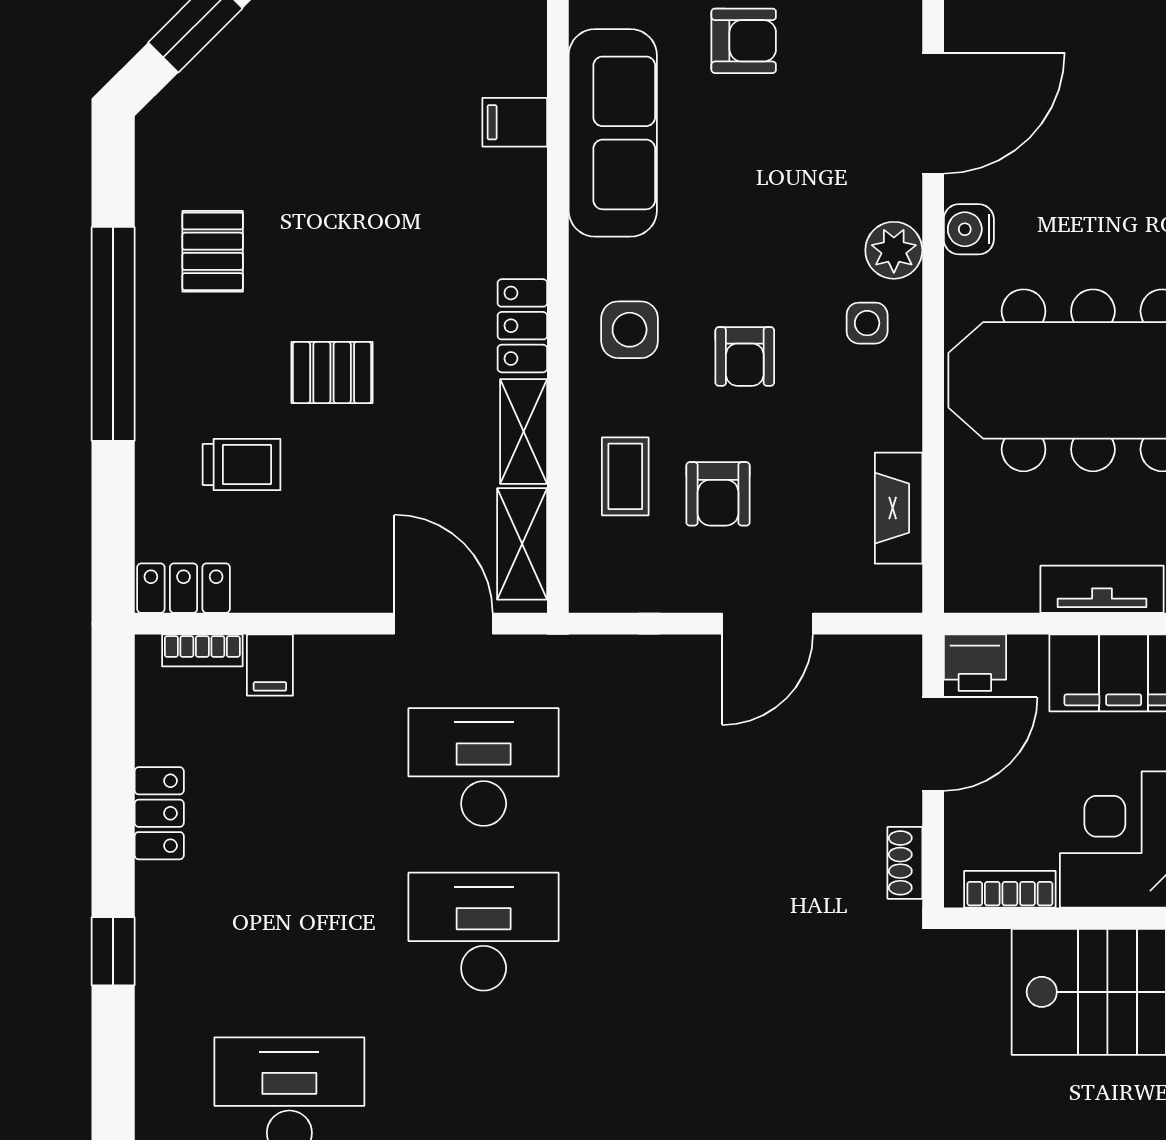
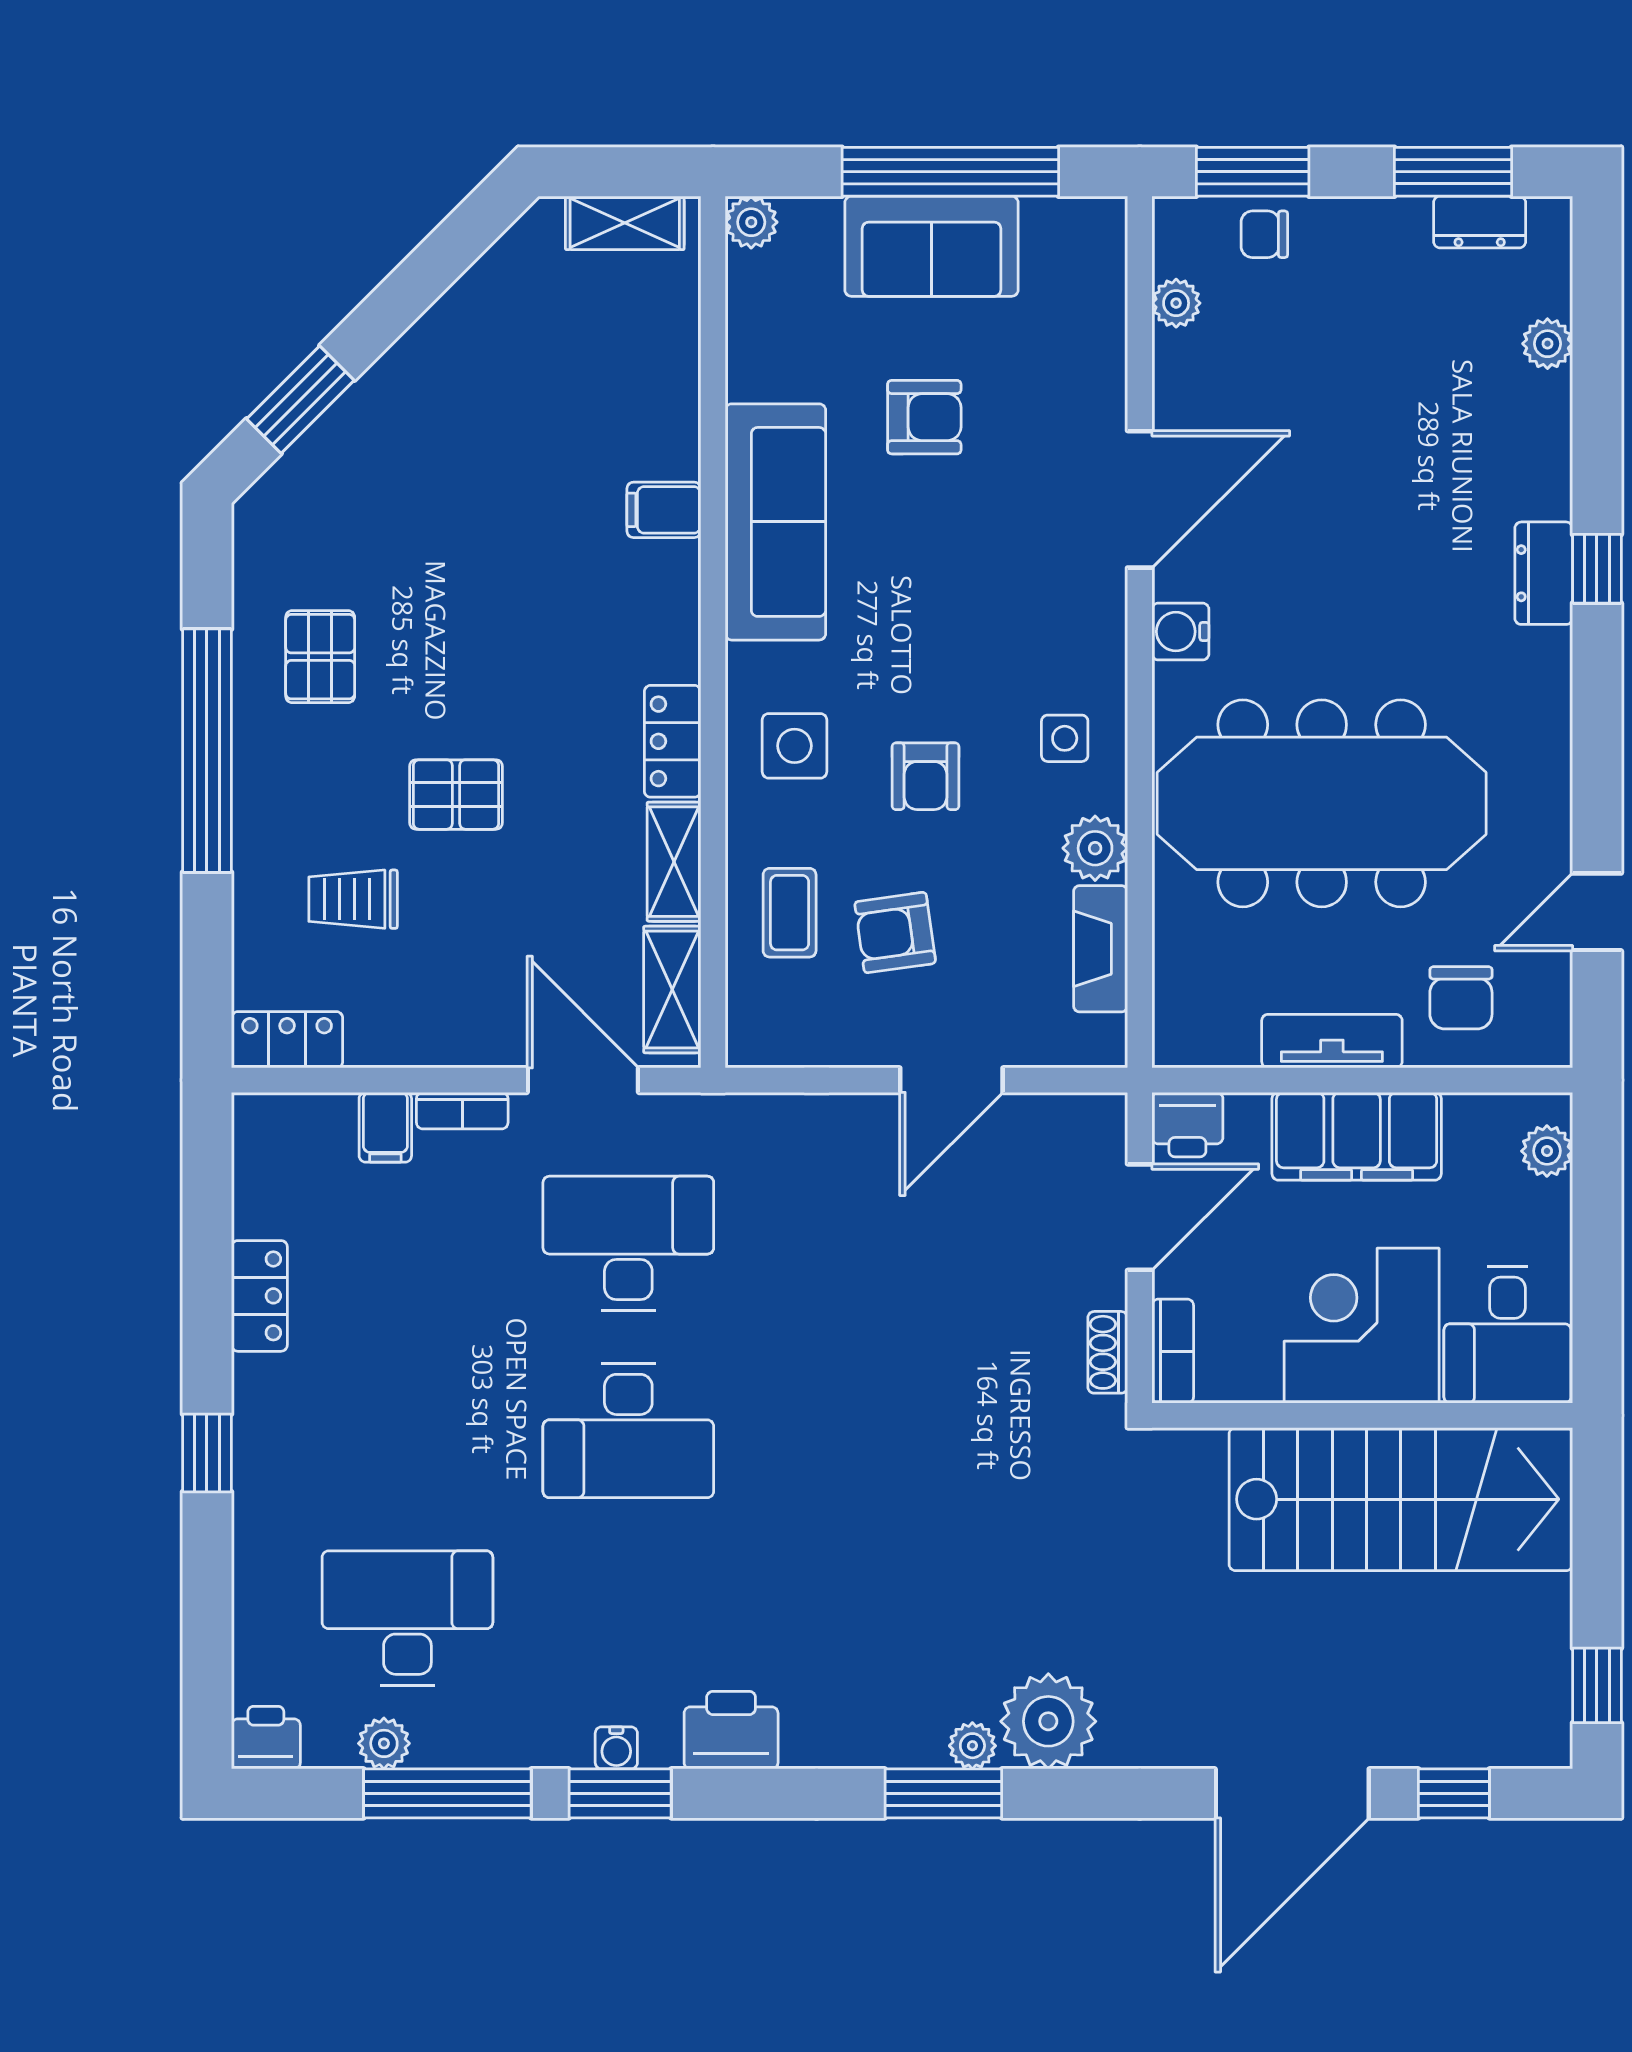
plant: (894, 250) -> (1095, 848), moved
trolley: (242, 465) -> (353, 899), turned 180
armchair: (718, 494) -> (895, 933), turned 82
bookcase: (202, 650) -> (462, 1111), moved
bookcase: (1010, 889) -> (1173, 1351), moved, turned 90
desk: (484, 932) -> (628, 1431), turned 180

